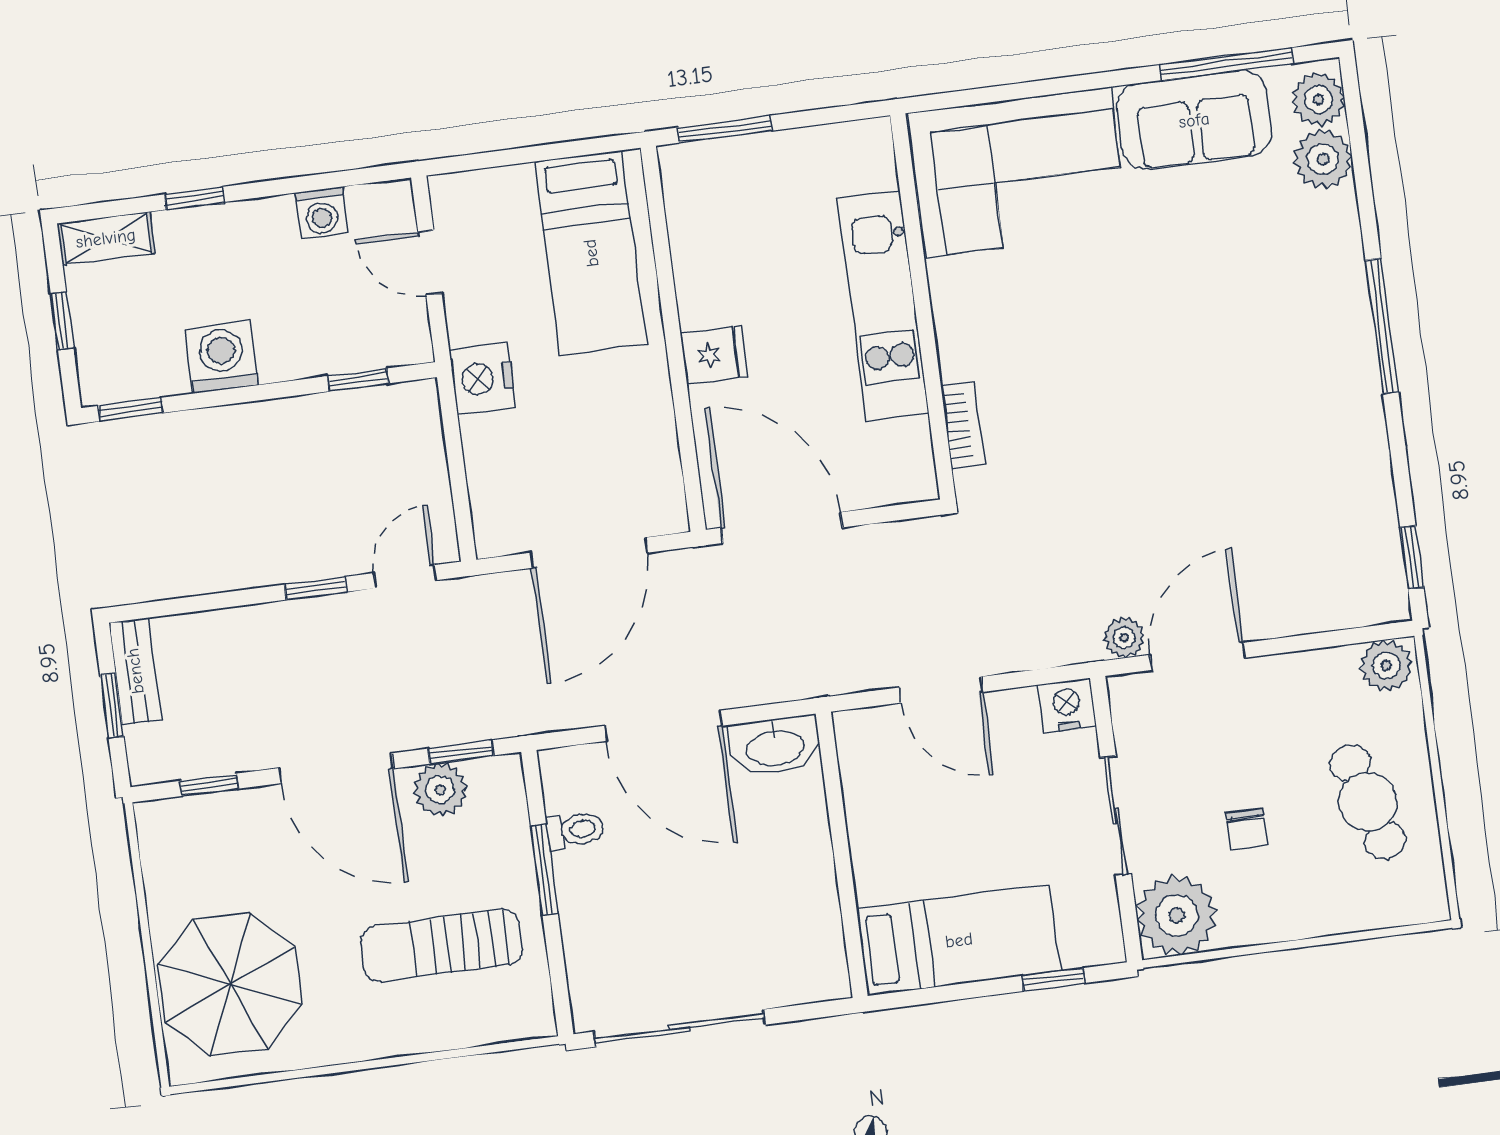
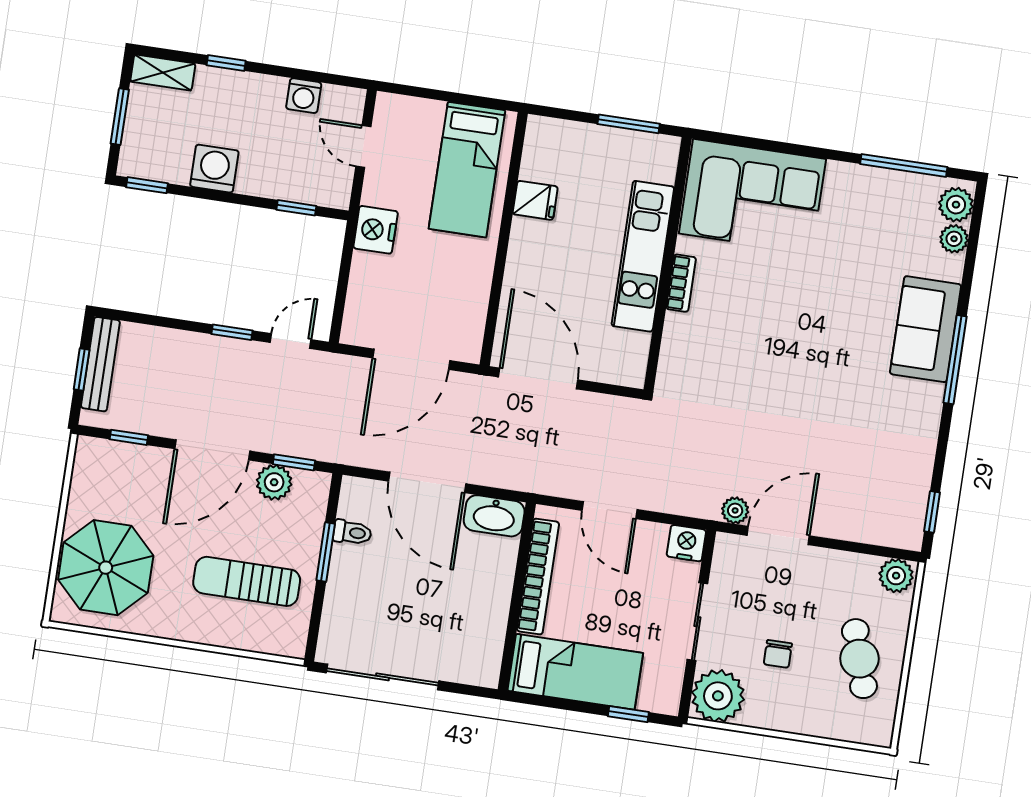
sofa: (1194, 120) -> (926, 329), moved, turned 90
window: (725, 129) -> (629, 124), moved
plant: (1323, 159) -> (954, 239), width x0.73, depth x0.73
window: (62, 321) -> (120, 117), width x1.50
fridge: (714, 355) -> (535, 200), moved
bookcase: (963, 425) -> (681, 283), moved
bench: (135, 671) -> (100, 364), width x1.36
door: (336, 768) -> (212, 450), hinge flipped
bookcase: (864, 817) -> (538, 577), added

